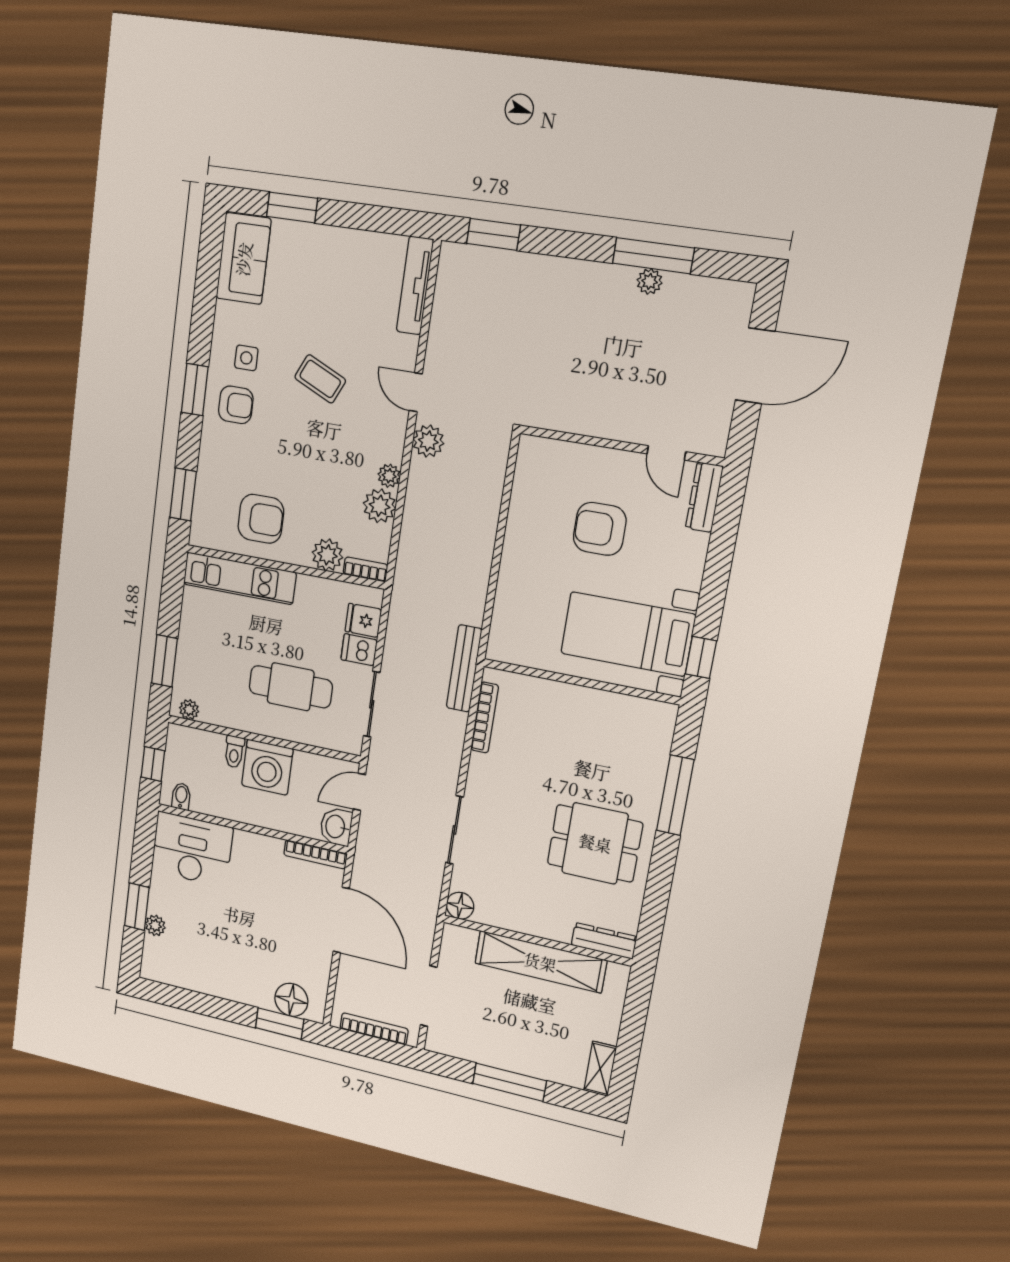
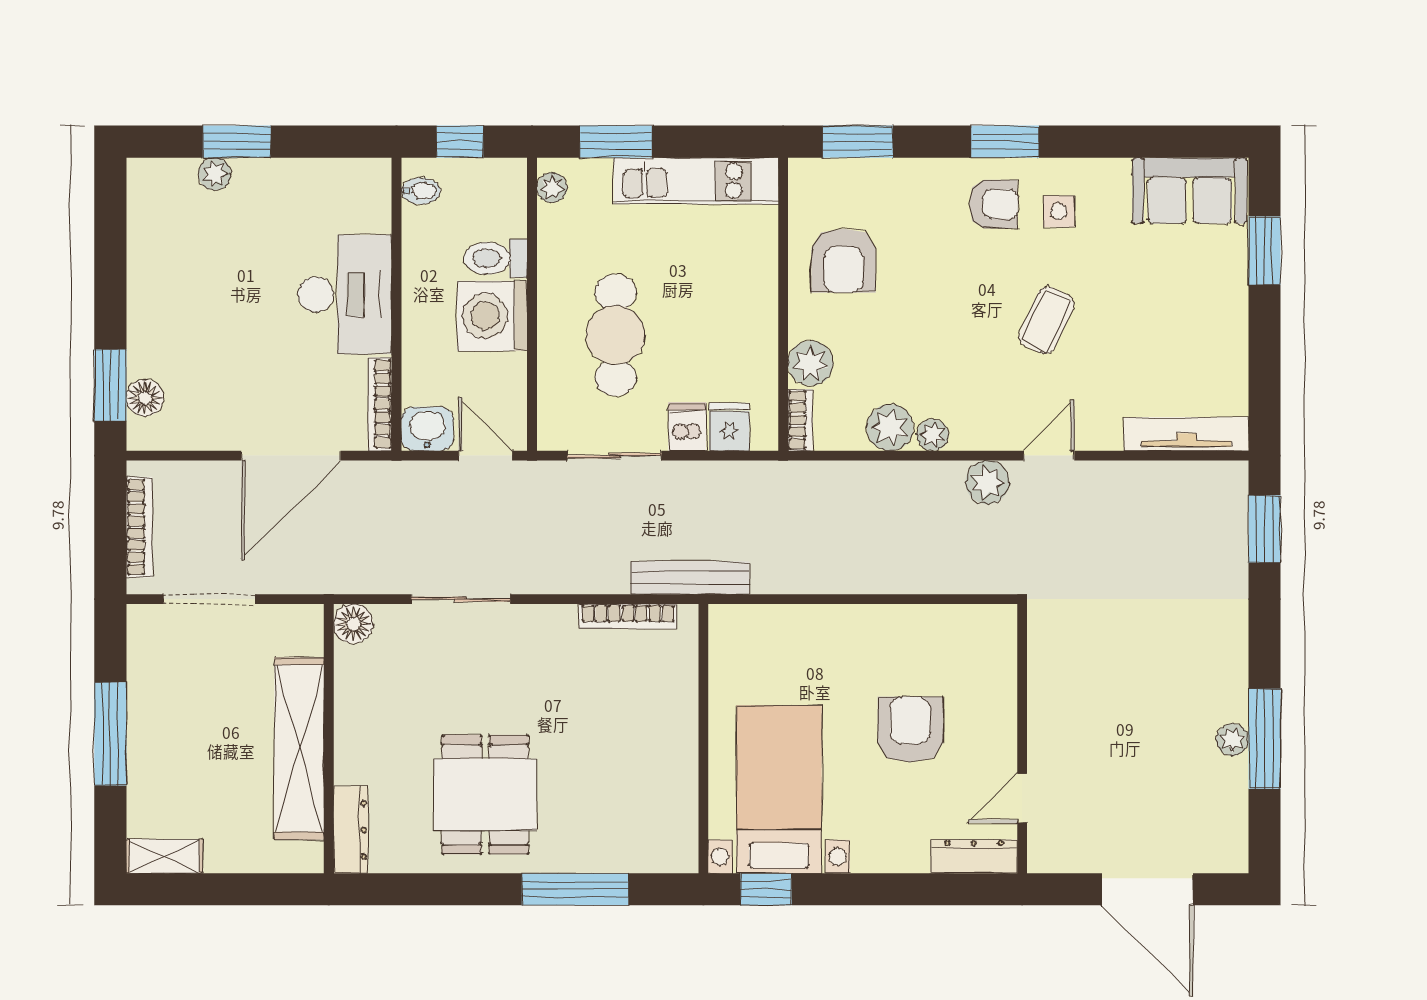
armchair: (236, 405) -> (993, 204), turned -90
kitchen unit: (240, 578) -> (696, 181), moved, turned -90
toilet: (234, 752) -> (496, 258), width x1.37, depth x1.39
desk: (192, 849) -> (345, 294), moved
floor lamp: (291, 1000) -> (145, 398), width x0.73, depth x0.73

